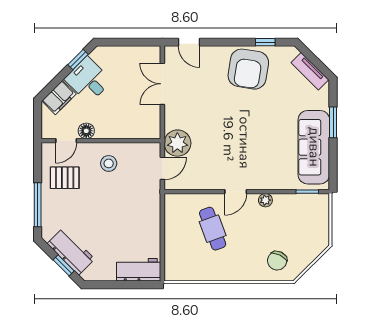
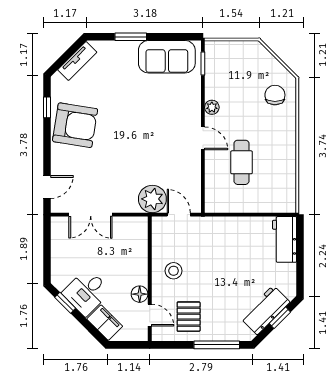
sofa: (314, 147) -> (167, 57), width x0.73
cafe table: (213, 229) -> (242, 162), turned -70
chair: (277, 261) -> (275, 95), turned -116

